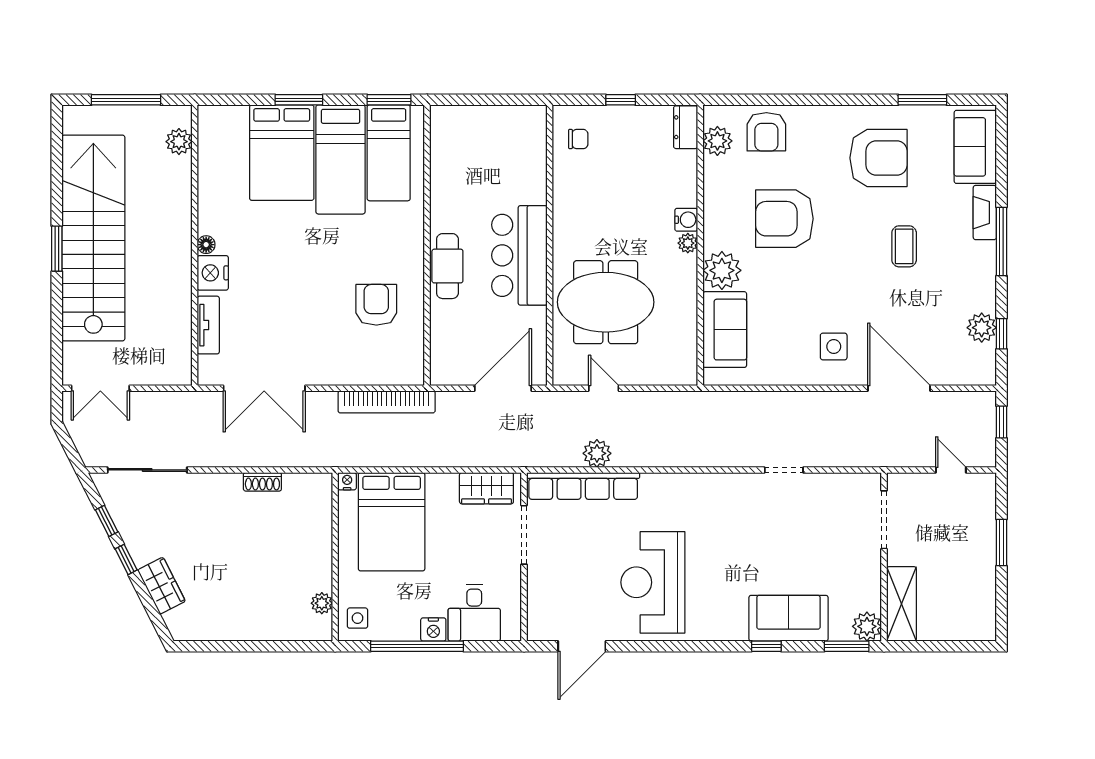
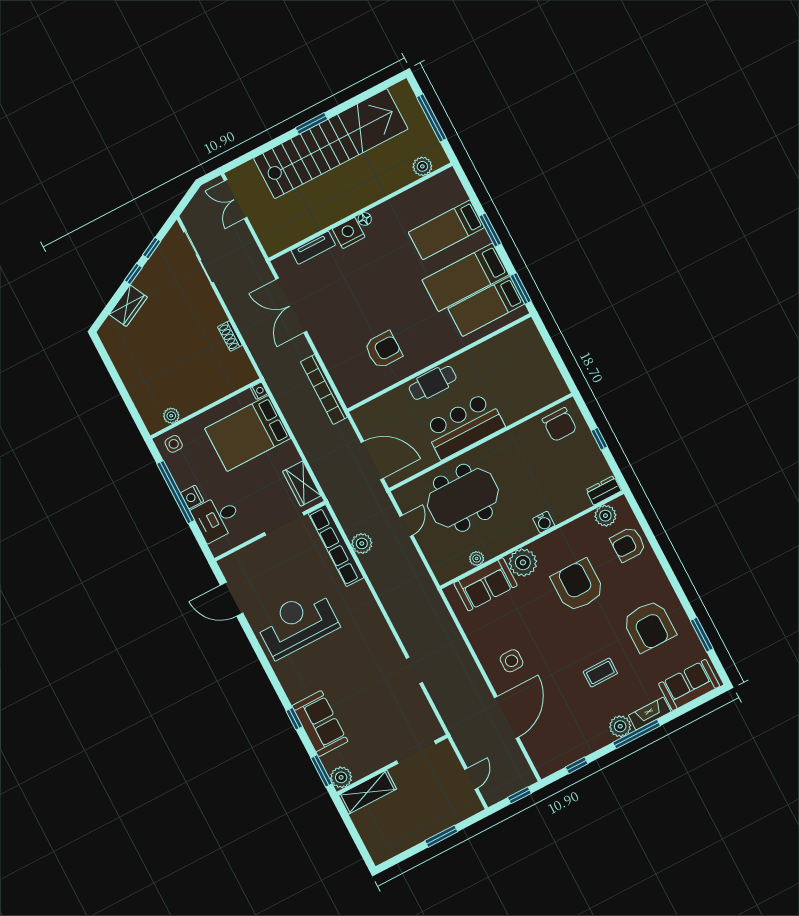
chair: (578, 139) -> (559, 425), width x1.87, depth x1.87
bed: (282, 153) -> (446, 230), width x0.67
plant: (688, 243) -> (477, 558), moved
meeting table: (606, 302) -> (463, 498), turned 90
plant: (982, 328) -> (620, 726), moved

